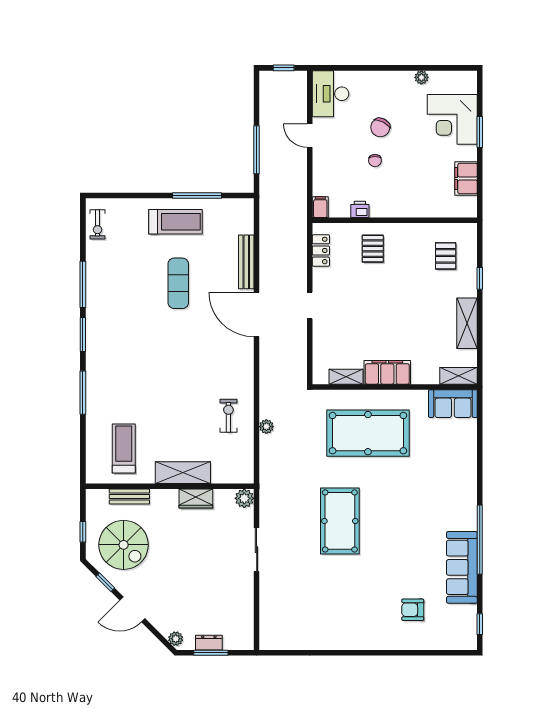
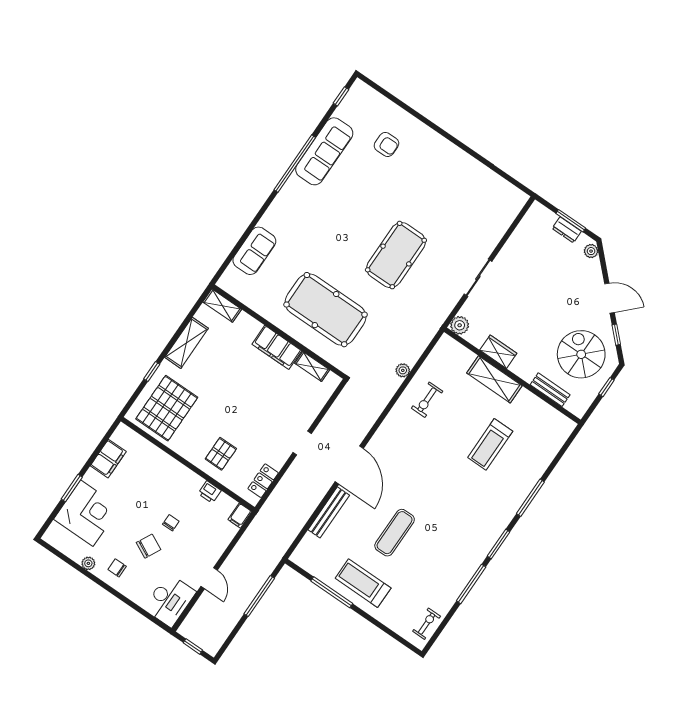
chair: (394, 90) -> (117, 568), added
pallet: (446, 256) -> (167, 408), width x2.05, depth x2.00
sofa: (453, 404) -> (254, 251), moved, turned 90
treadmill: (124, 448) -> (490, 444), moved

